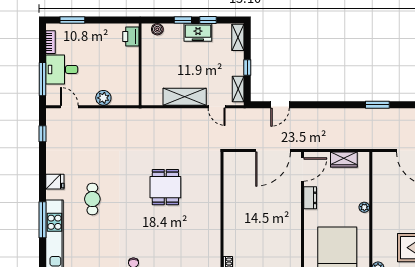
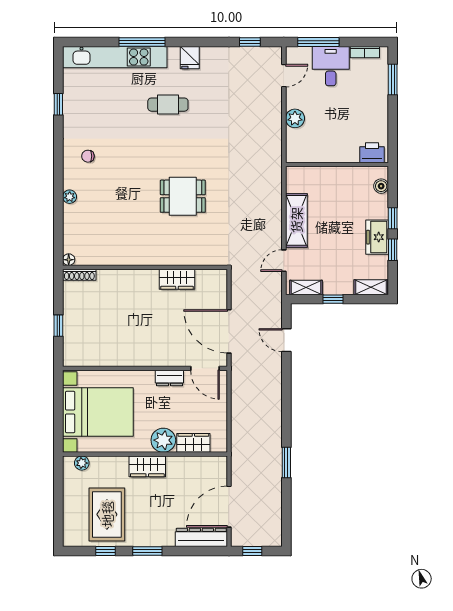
wardrobe: (344, 159) -> (193, 443), moved, turned 90
wardrobe: (232, 192) -> (177, 279), added
plant: (364, 207) -> (163, 440), width x1.87, depth x1.87
wardrobe: (381, 215) -> (147, 466), added

